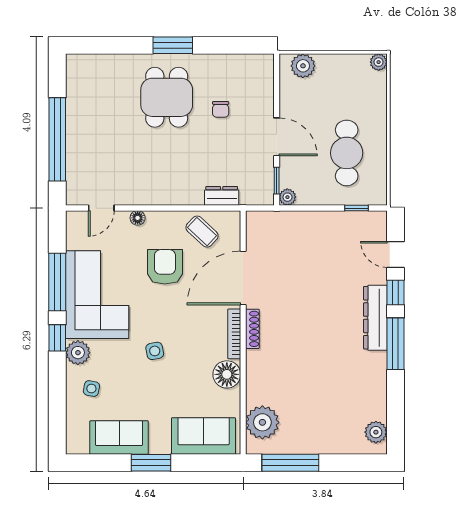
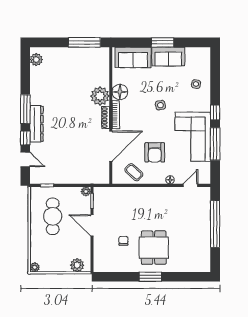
dresser: (222, 196) -> (123, 192), removed
plant: (78, 353) -> (204, 104), removed
plant: (262, 422) -> (100, 96), moved
sofa: (119, 438) -> (168, 57), moved

